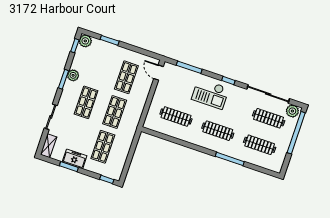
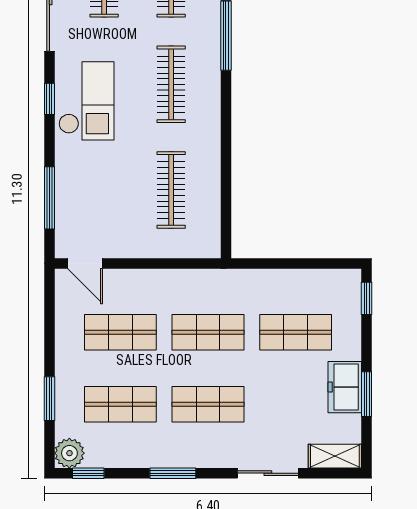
shop shelf: (98, 68) -> (120, 404), added
door: (158, 73) -> (85, 263), hinge flipped
plant: (73, 75) -> (157, 454), removed
checkout: (210, 94) -> (86, 101), moved

